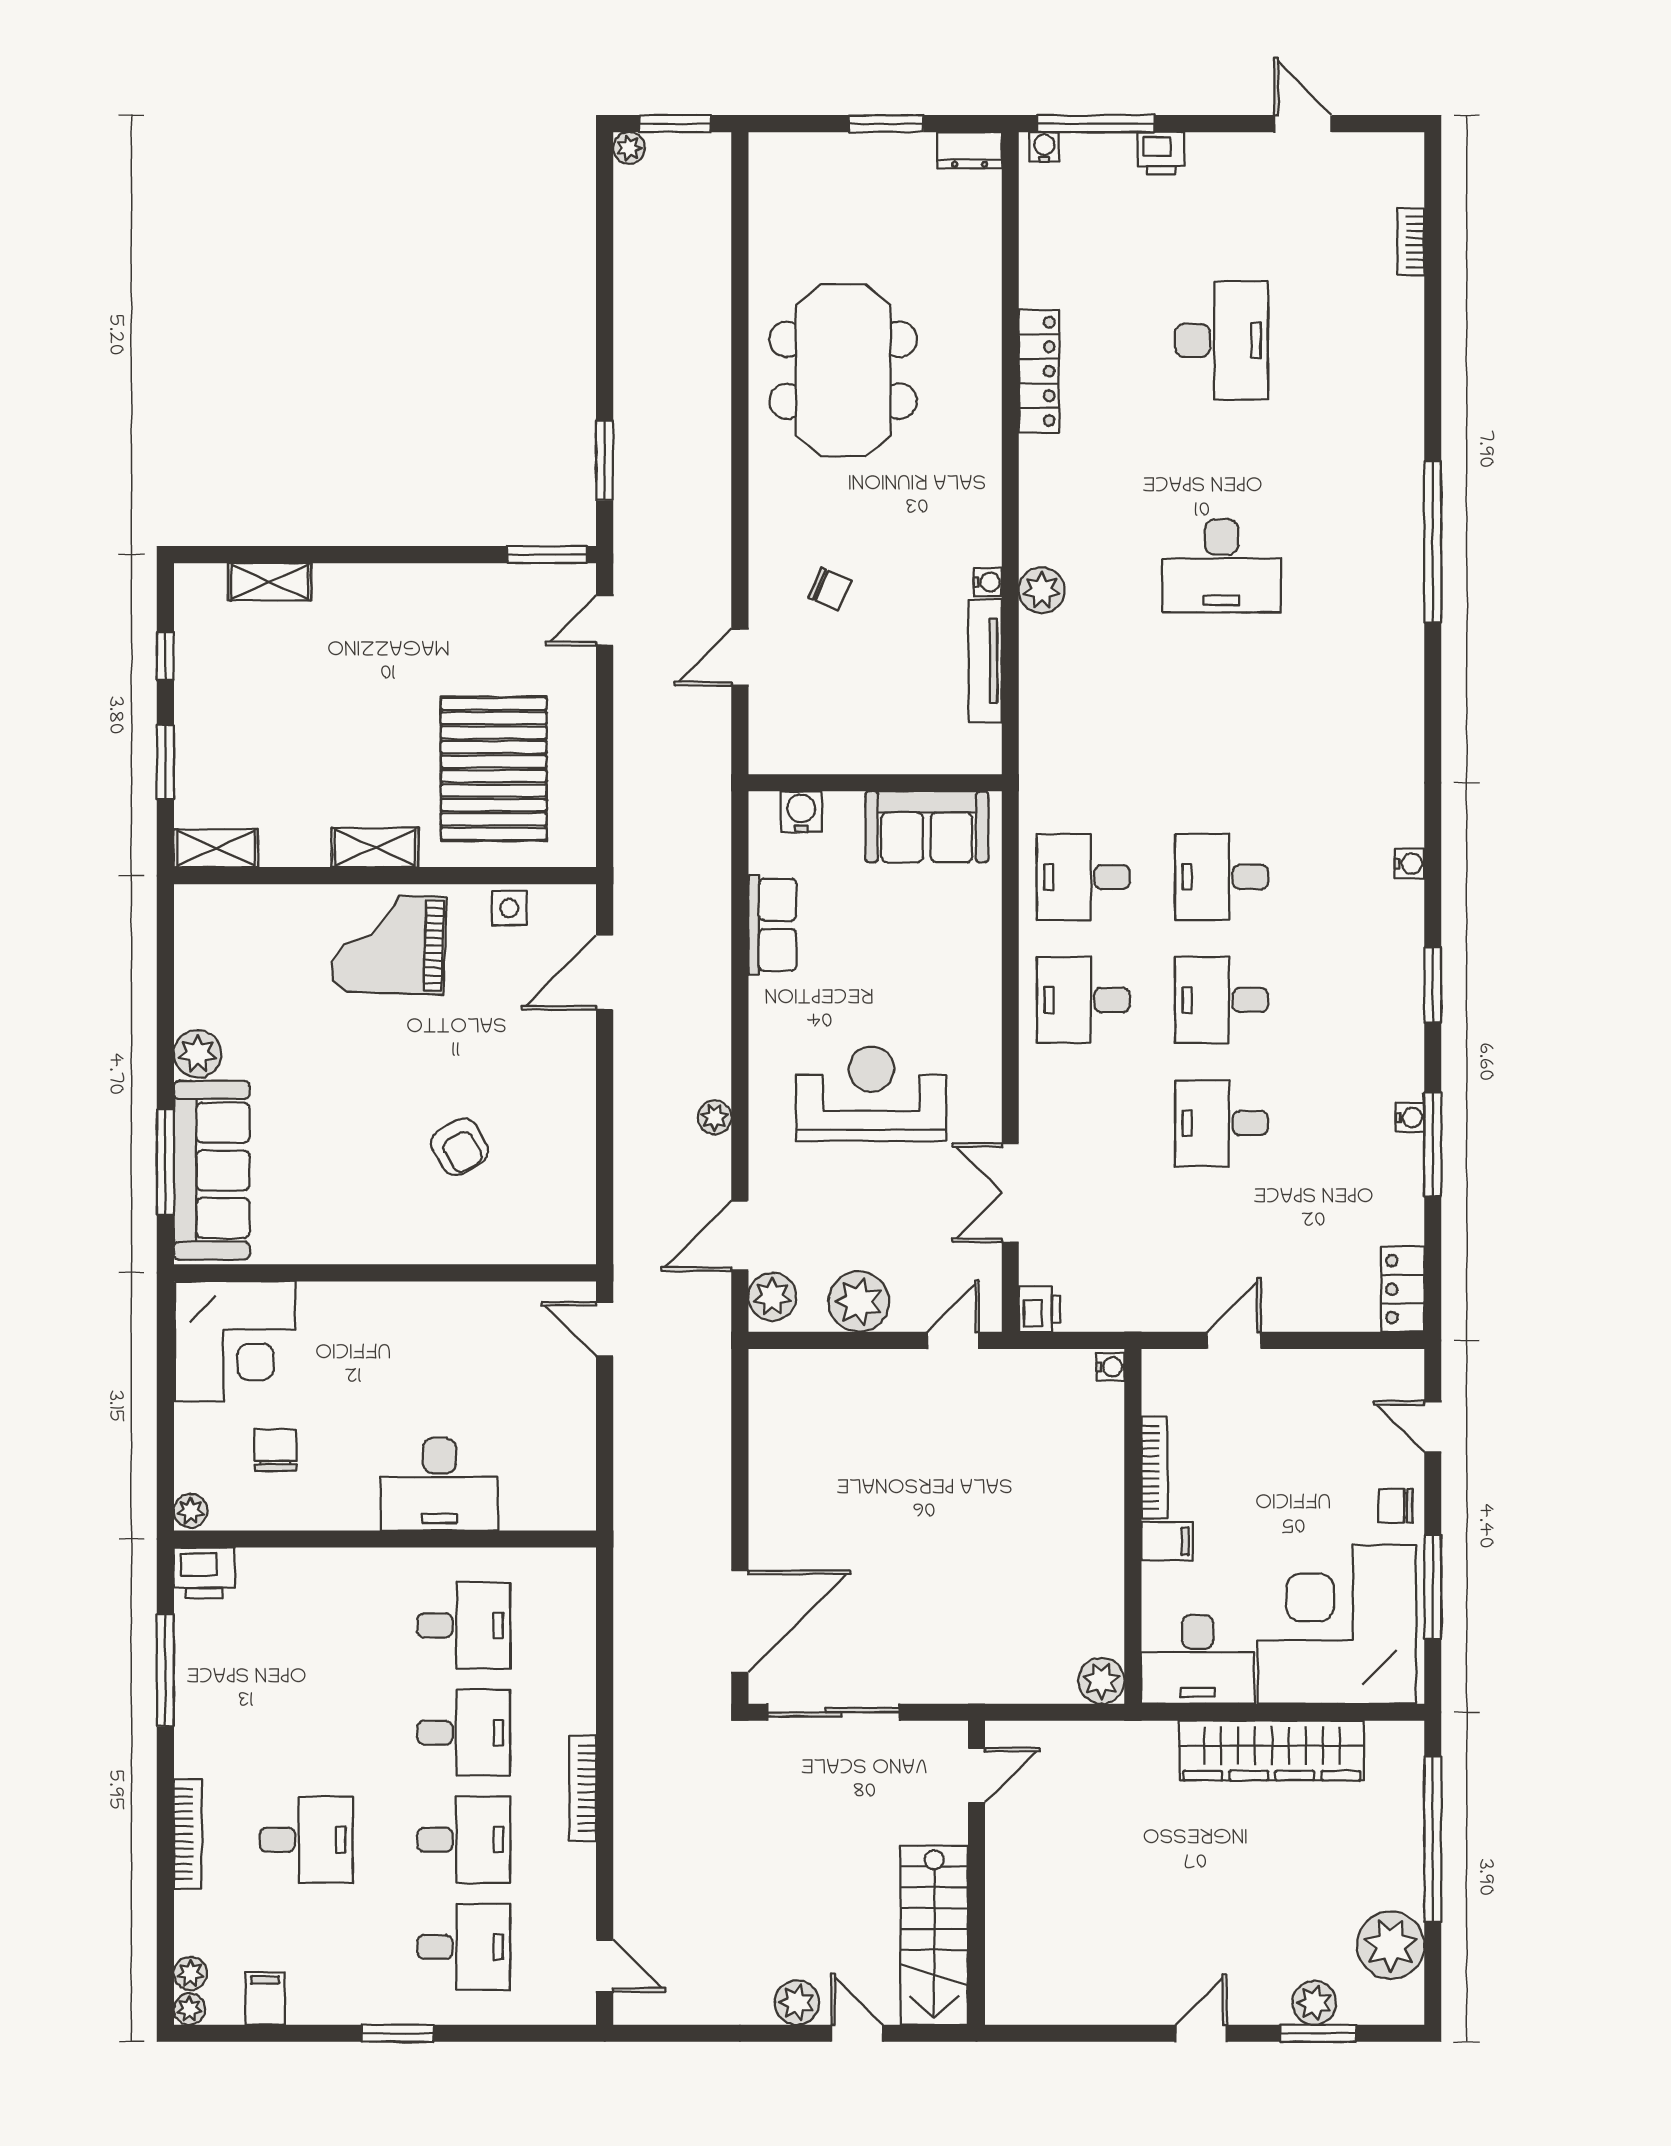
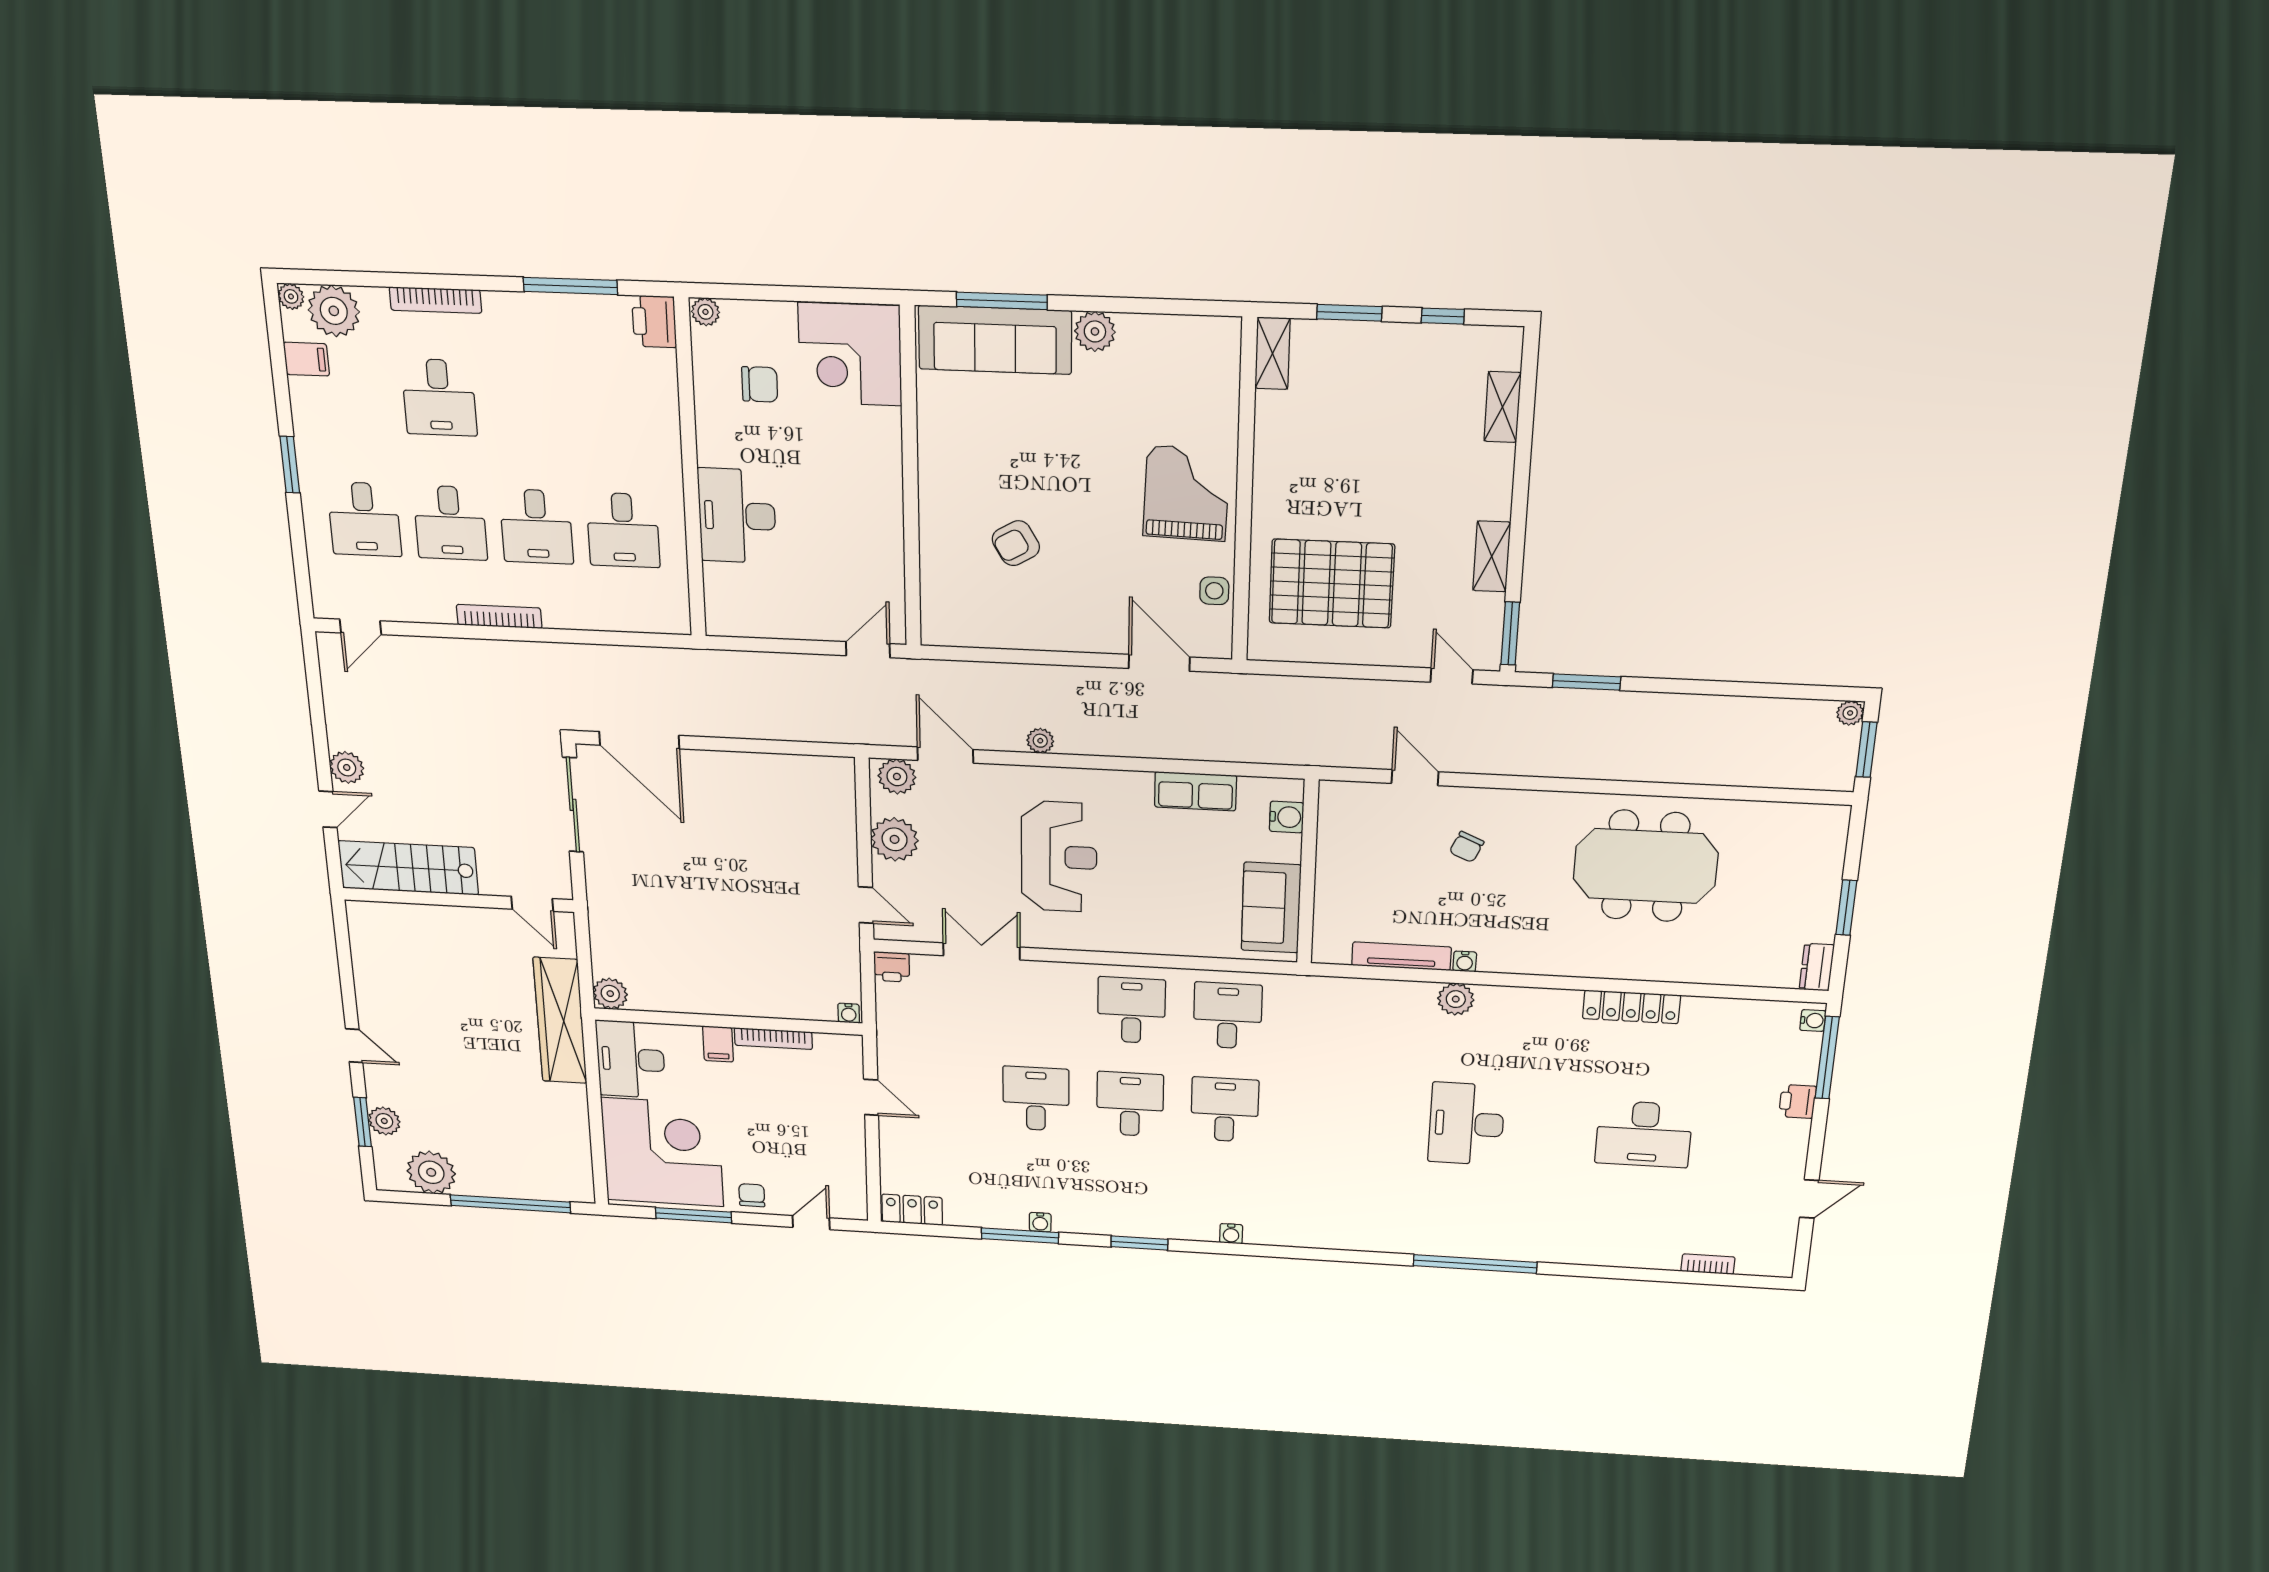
shelving: (375, 848) -> (1492, 556), moved
wardrobe: (1272, 1750) -> (560, 1021), moved
plant: (190, 1973) -> (334, 311), width x1.88, depth x1.88

